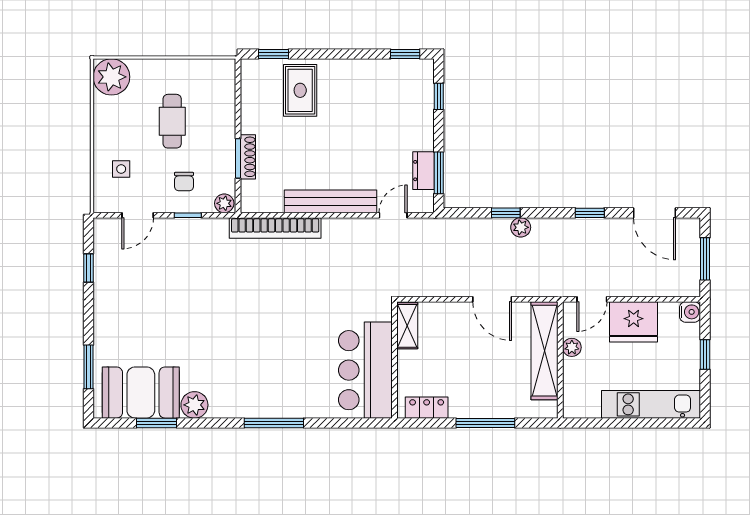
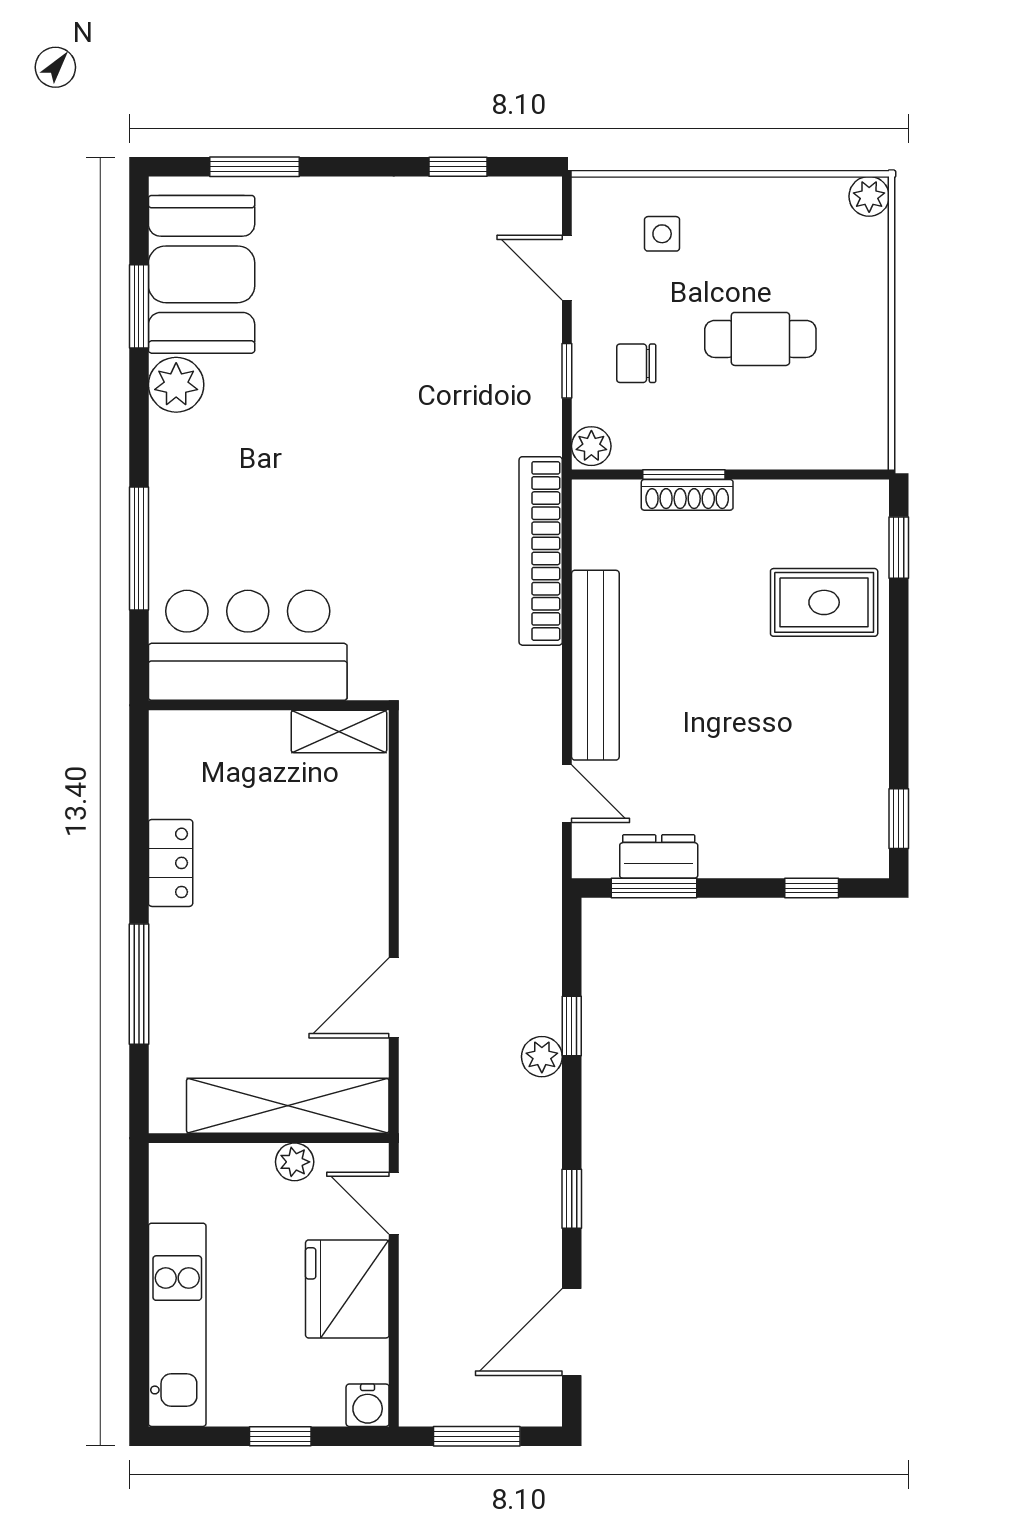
plant: (111, 77) -> (869, 196), width x0.53, depth x0.53
shelving: (407, 326) -> (339, 732), moved
wall: (394, 360) -> (269, 705), moved
bar counter: (365, 370) -> (248, 645), moved

